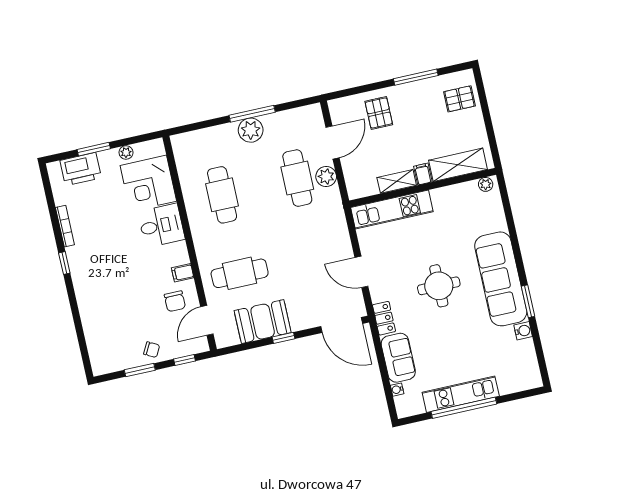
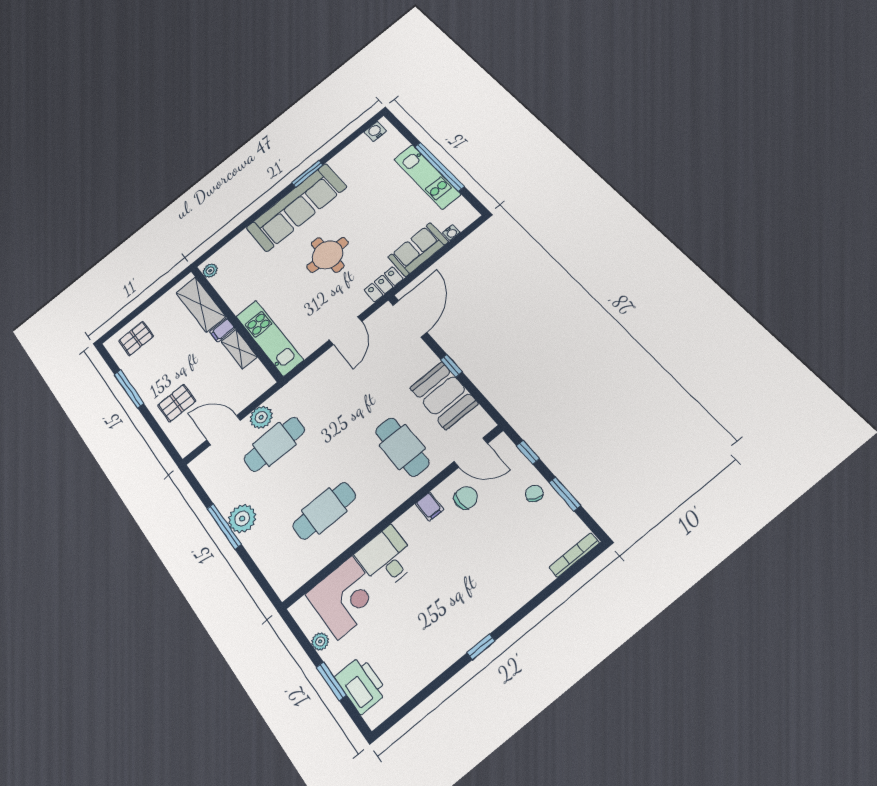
pallet: (459, 99) -> (136, 339), turned 90
bookcase: (65, 226) -> (574, 555), moved
water cooler: (523, 331) -> (375, 131), moved

